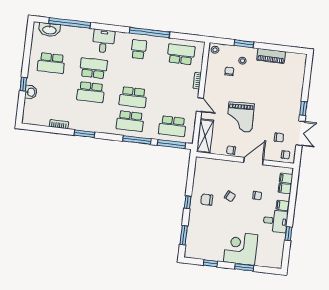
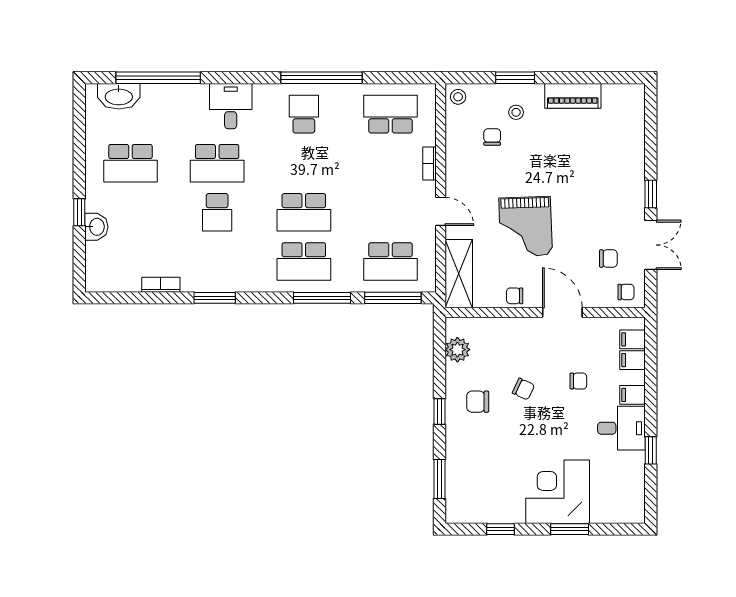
school desk: (94, 68) -> (217, 163), turned 180
school desk: (91, 92) -> (217, 212), width x0.54
door: (253, 161) -> (562, 312), hinge flipped
plant: (200, 173) -> (457, 350), added

